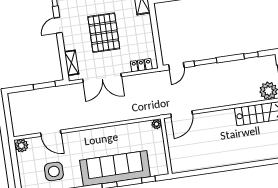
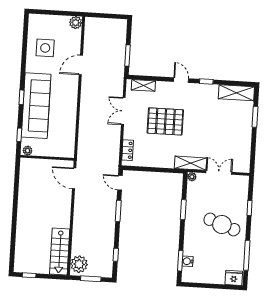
double door: (102, 78) -> (123, 111), width x0.73
plant: (157, 124) -> (28, 151), moved
door: (51, 133) -> (81, 65), moved

